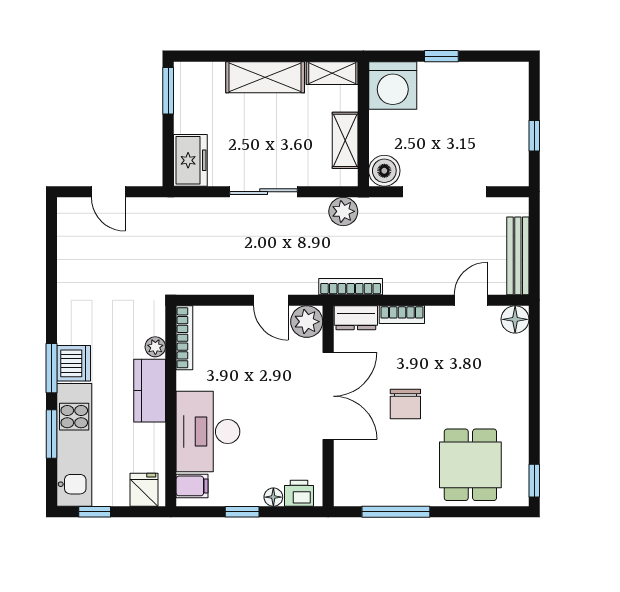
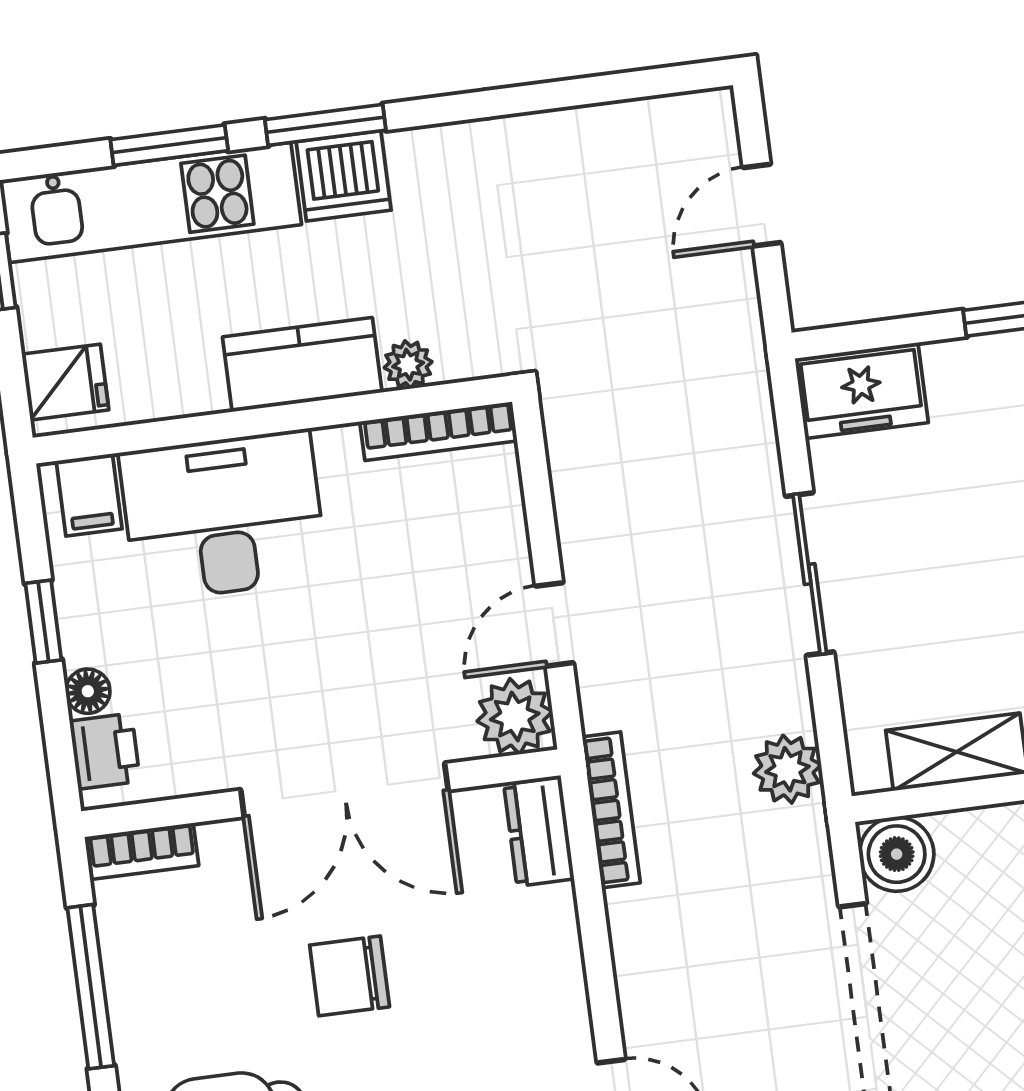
bookcase: (402, 315) -> (143, 851), moved, turned -90

